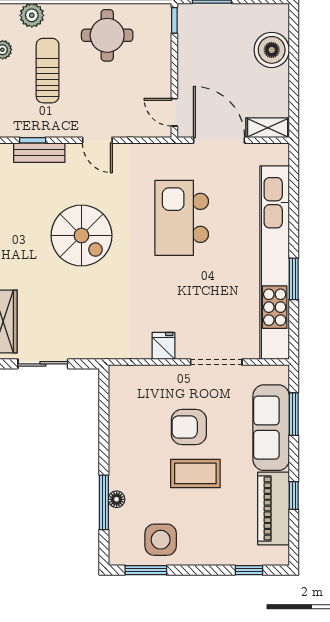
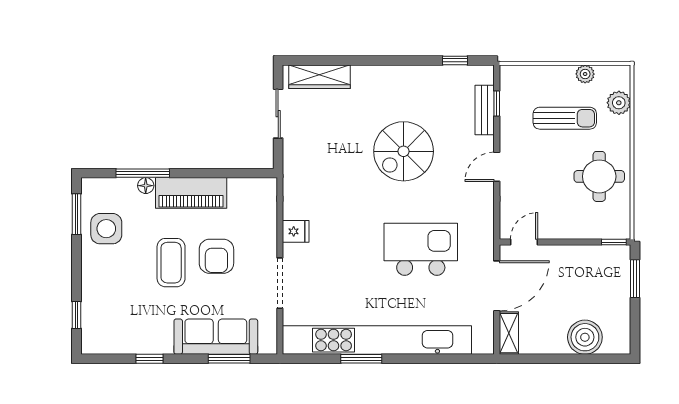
armchair: (189, 427) -> (216, 256), turned 180
piano: (274, 508) -> (191, 193), moved, turned 180

